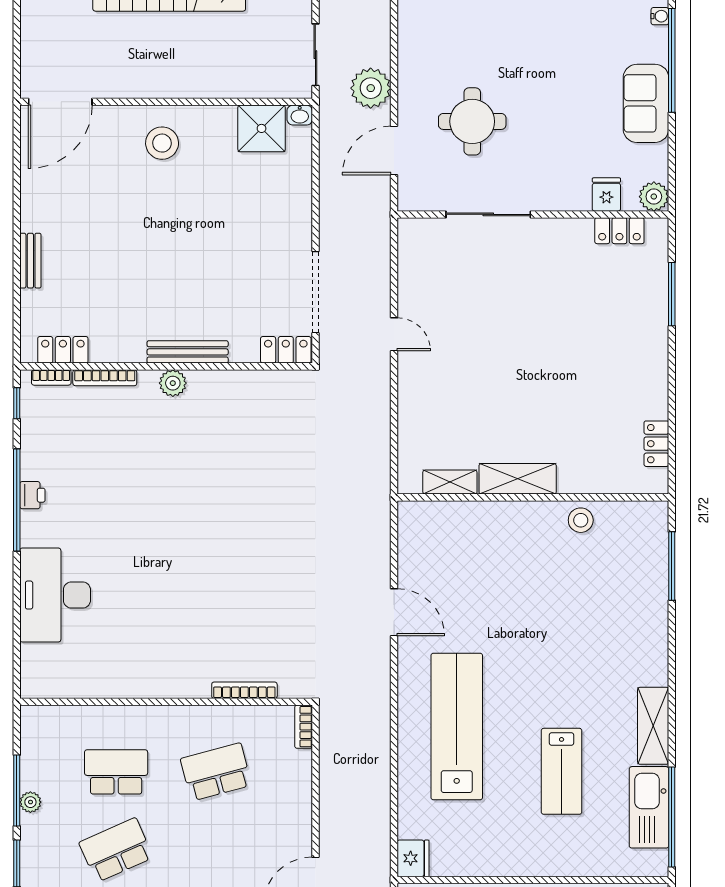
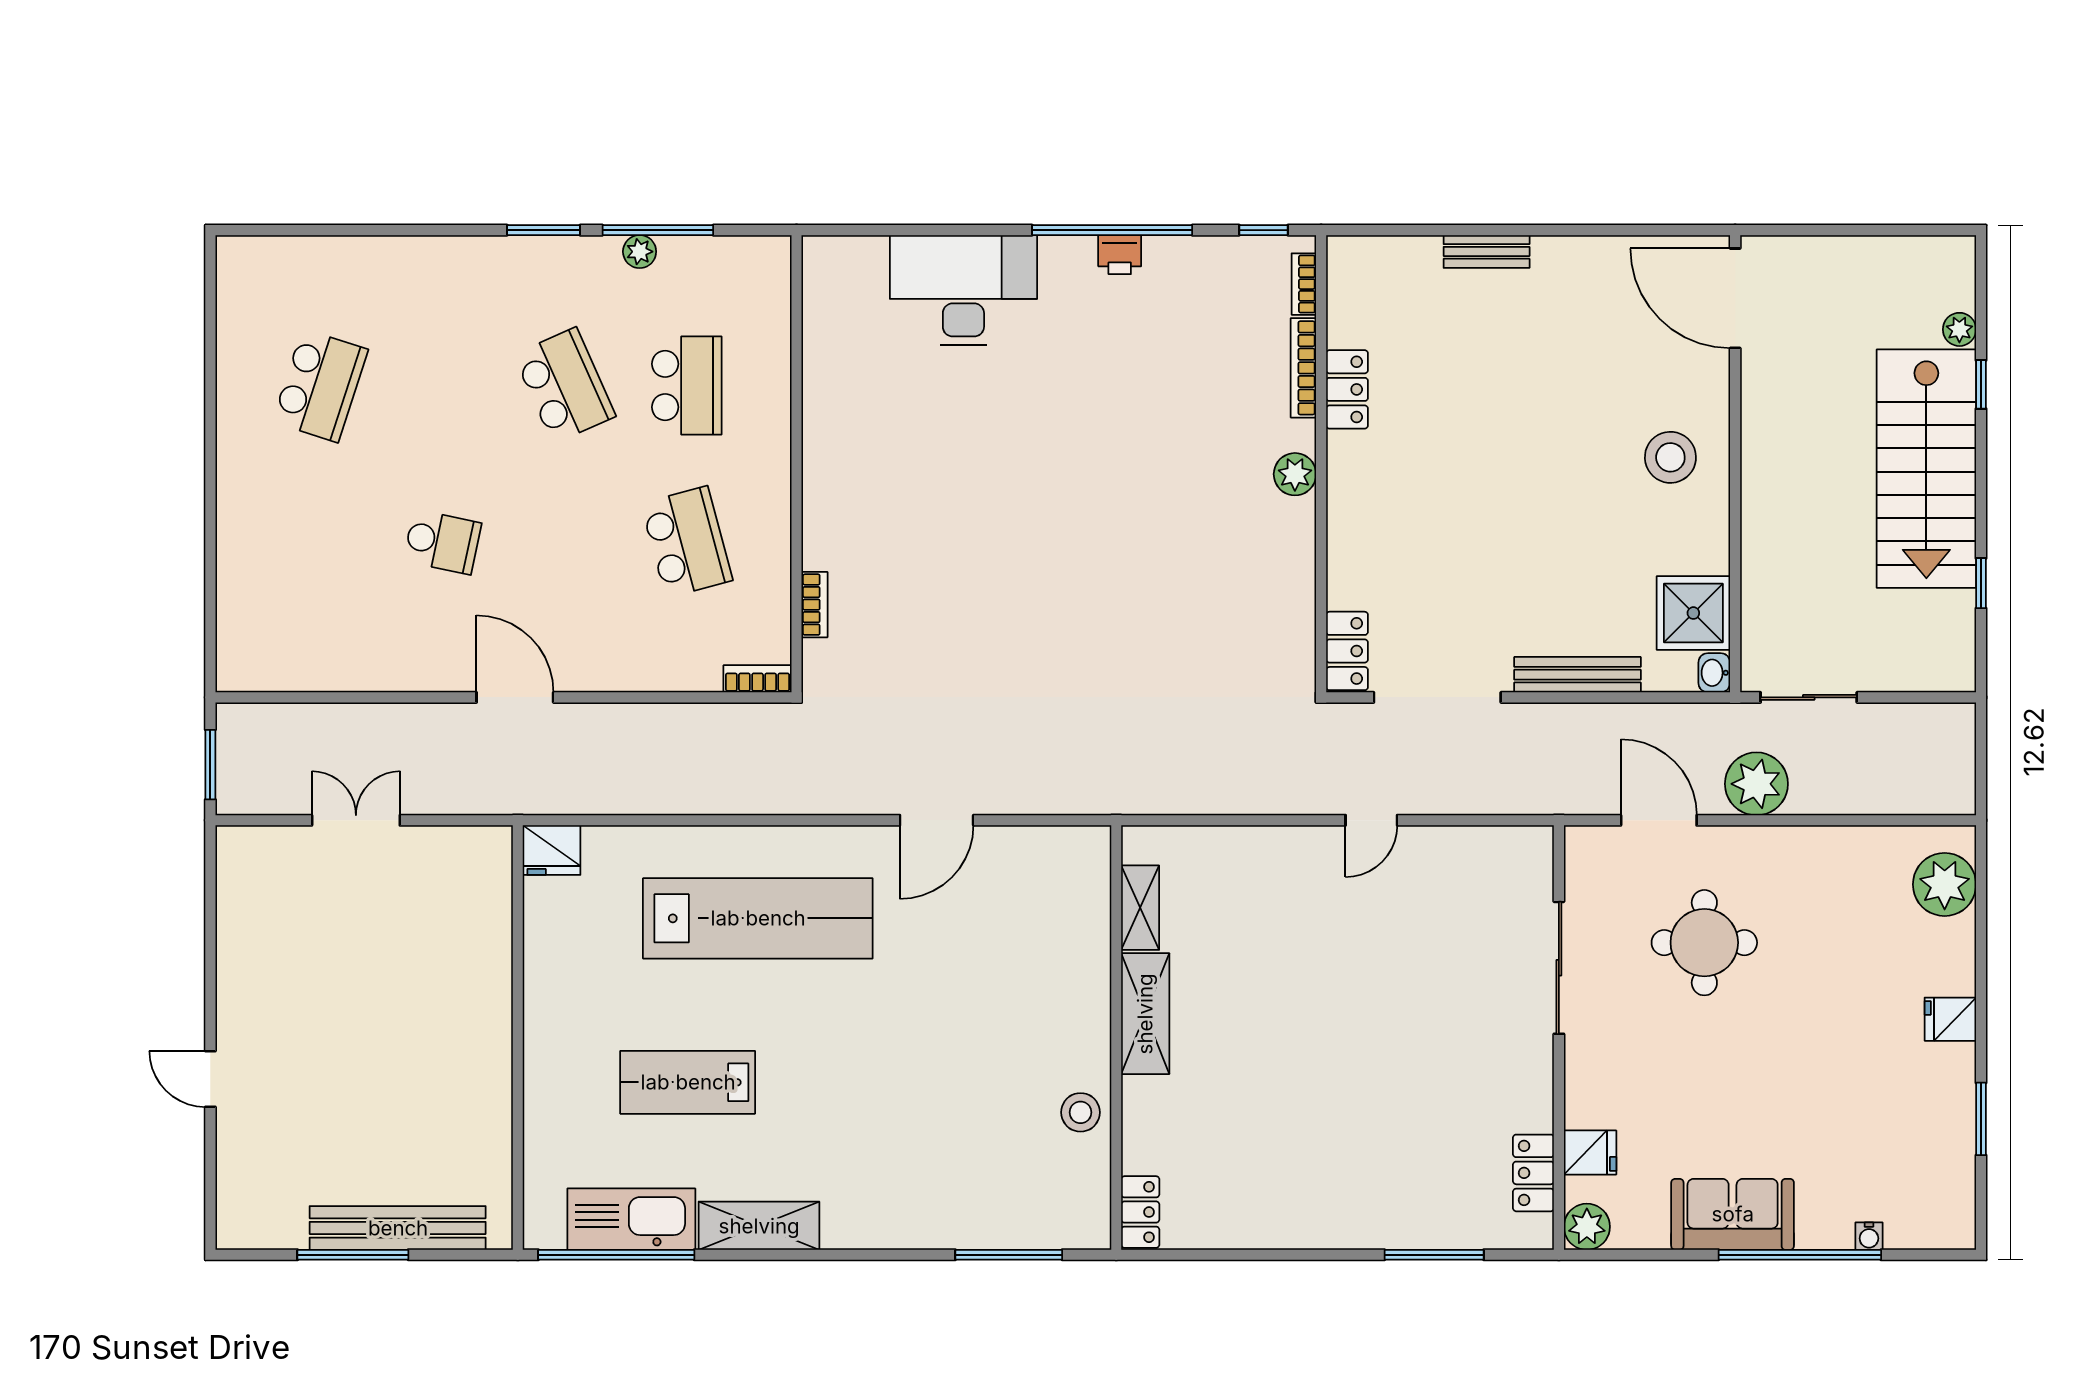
locker: (63, 350) -> (1347, 389), moved
bench: (188, 352) -> (1578, 675), moved, turned 90
locker: (656, 444) -> (1140, 1212), moved, turned 90
bookcase: (244, 690) -> (814, 605), width x0.64

